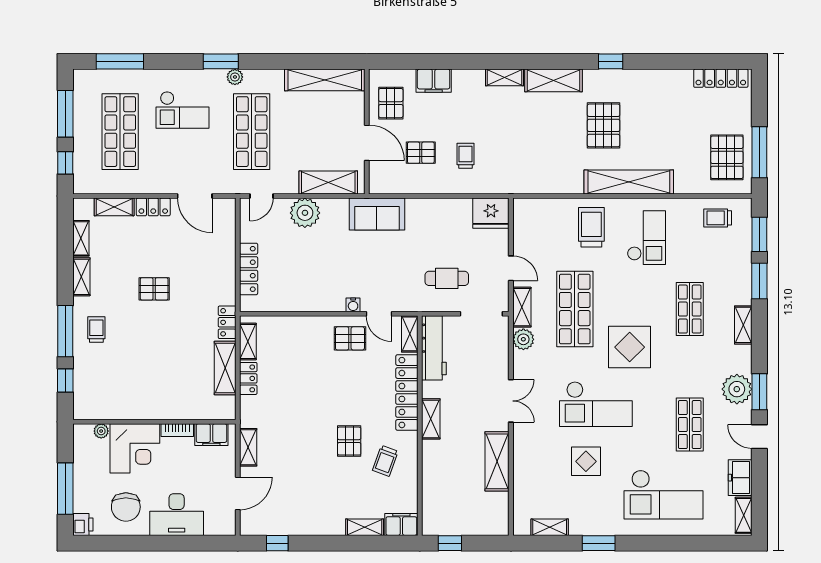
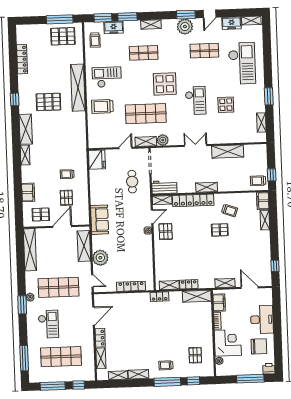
locker: (721, 78) -> (22, 59), moved
freezer: (740, 254) -> (114, 27), added
pallet: (154, 289) -> (195, 355), moved
workbench: (434, 348) -> (164, 187), width x0.73
shelving: (225, 368) -> (197, 296), moved
checkout: (596, 404) -> (196, 101), width x0.73, depth x0.83
trolley: (440, 517) -> (258, 181), added

